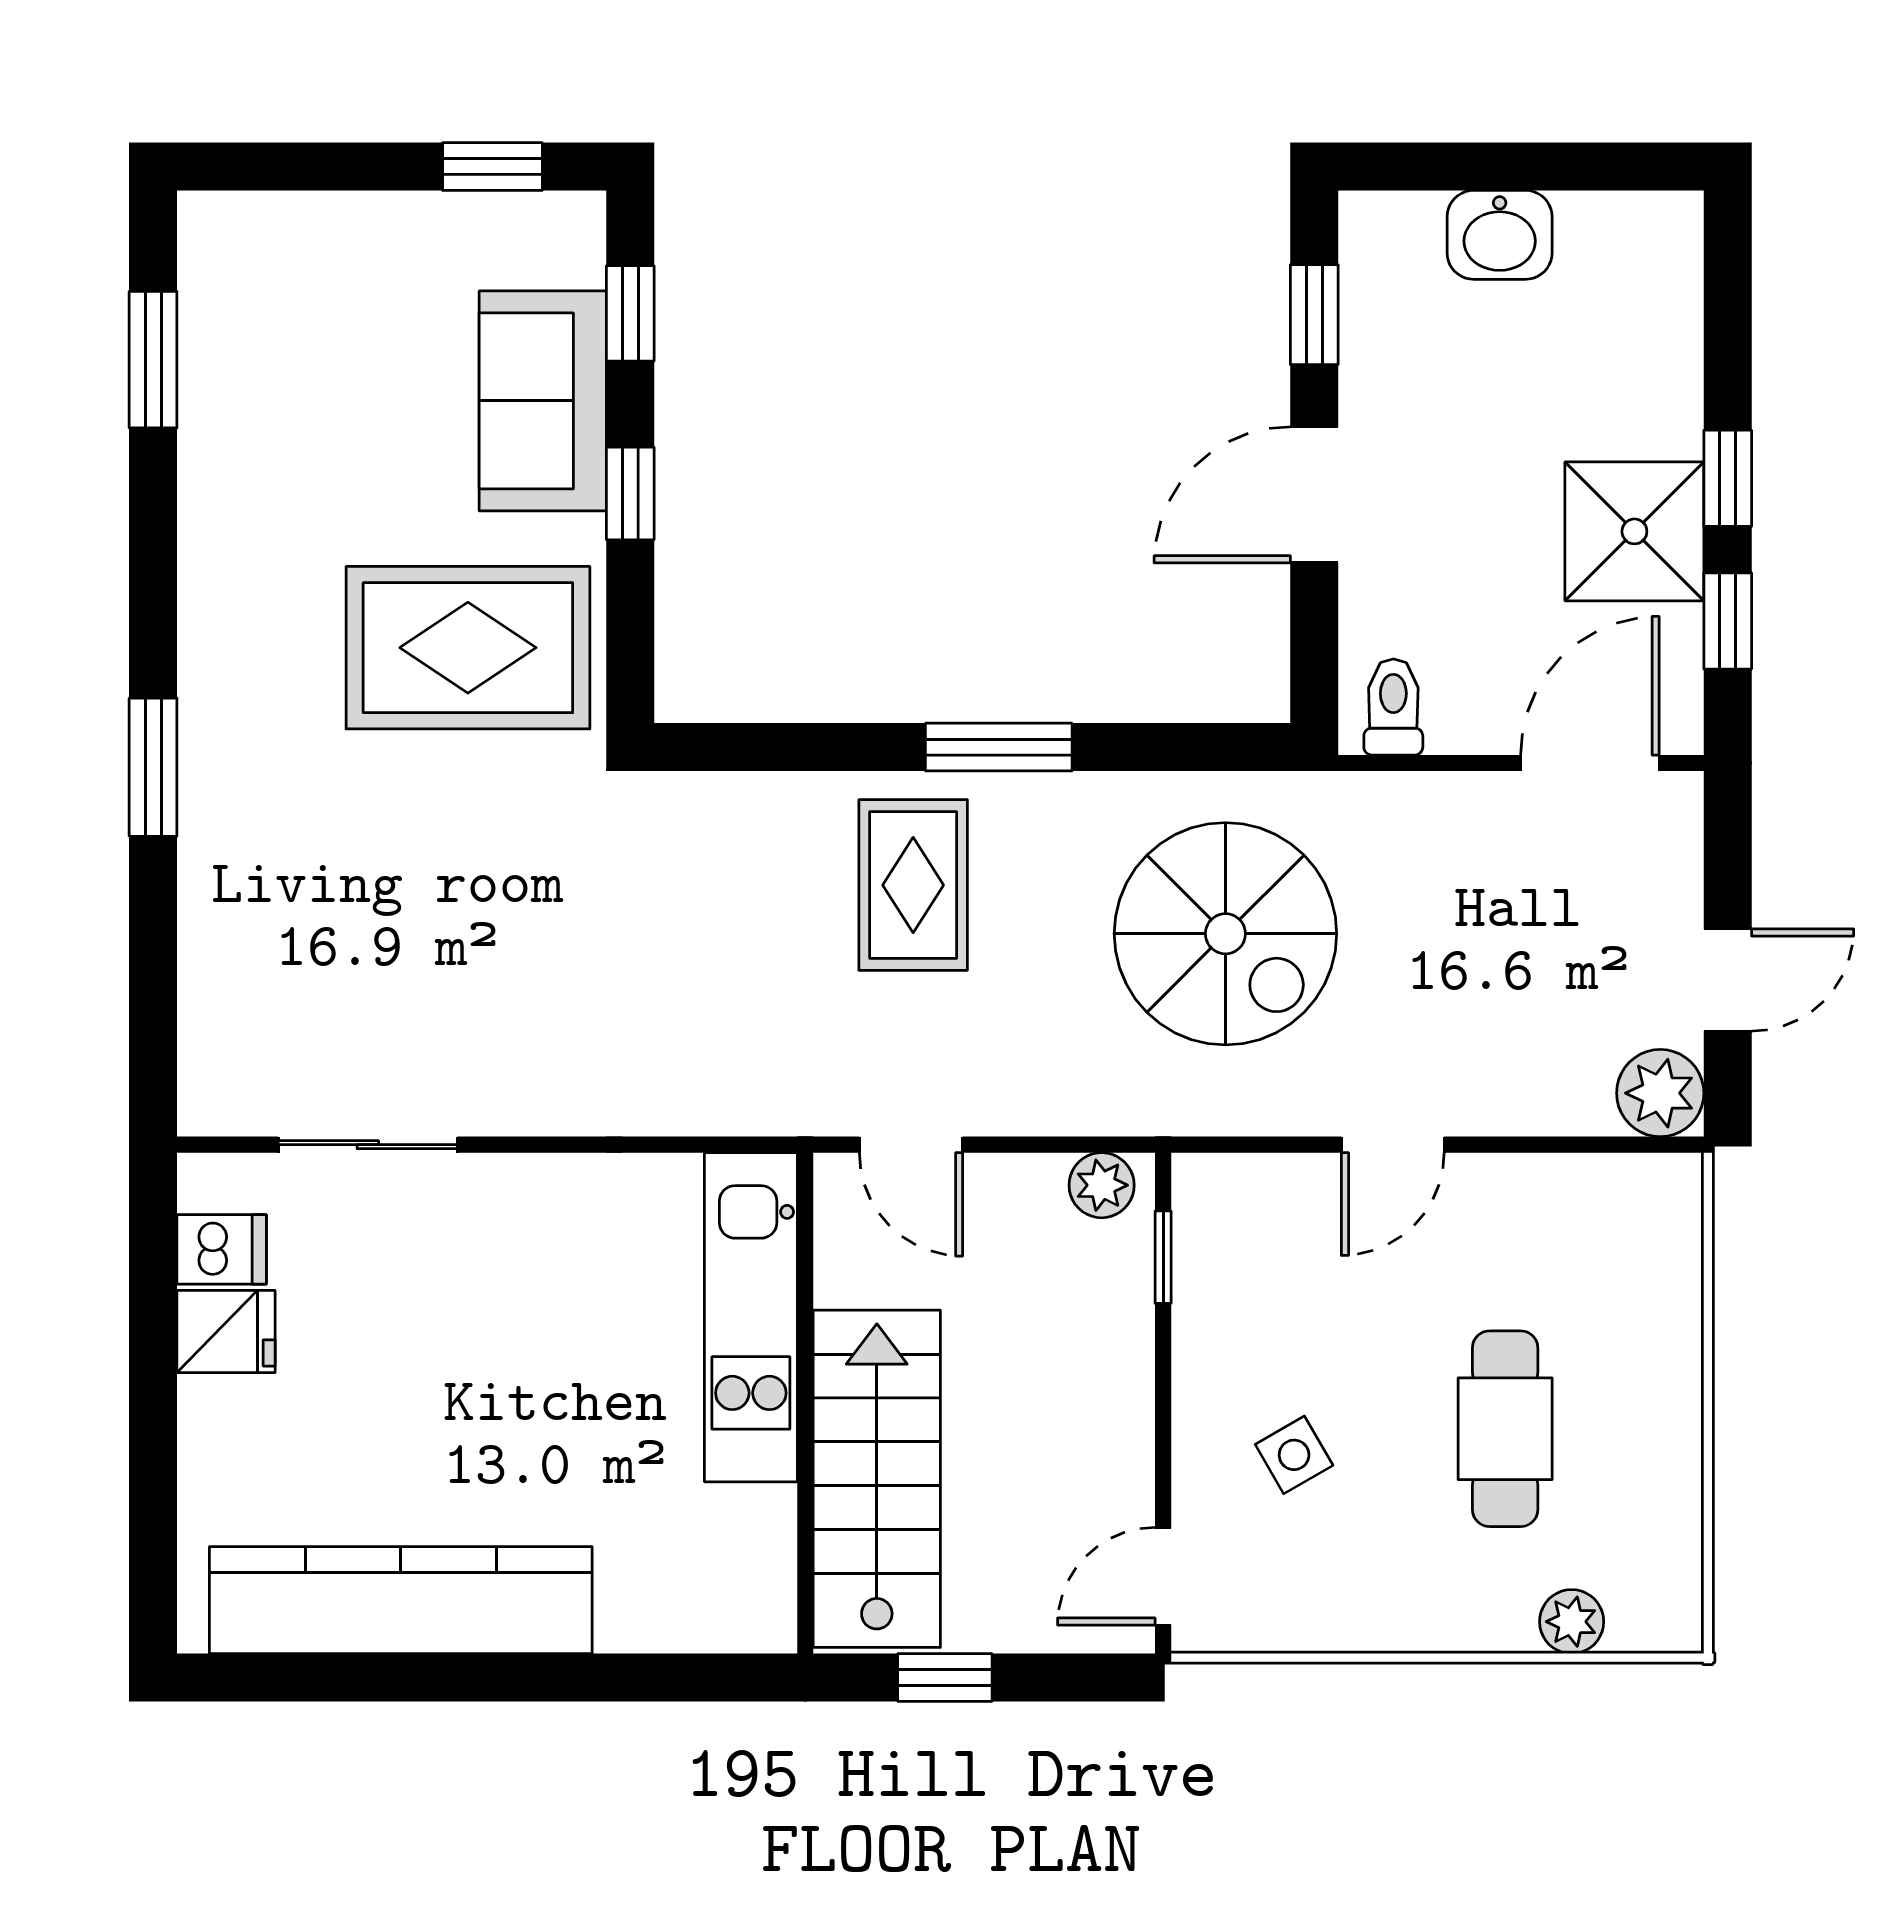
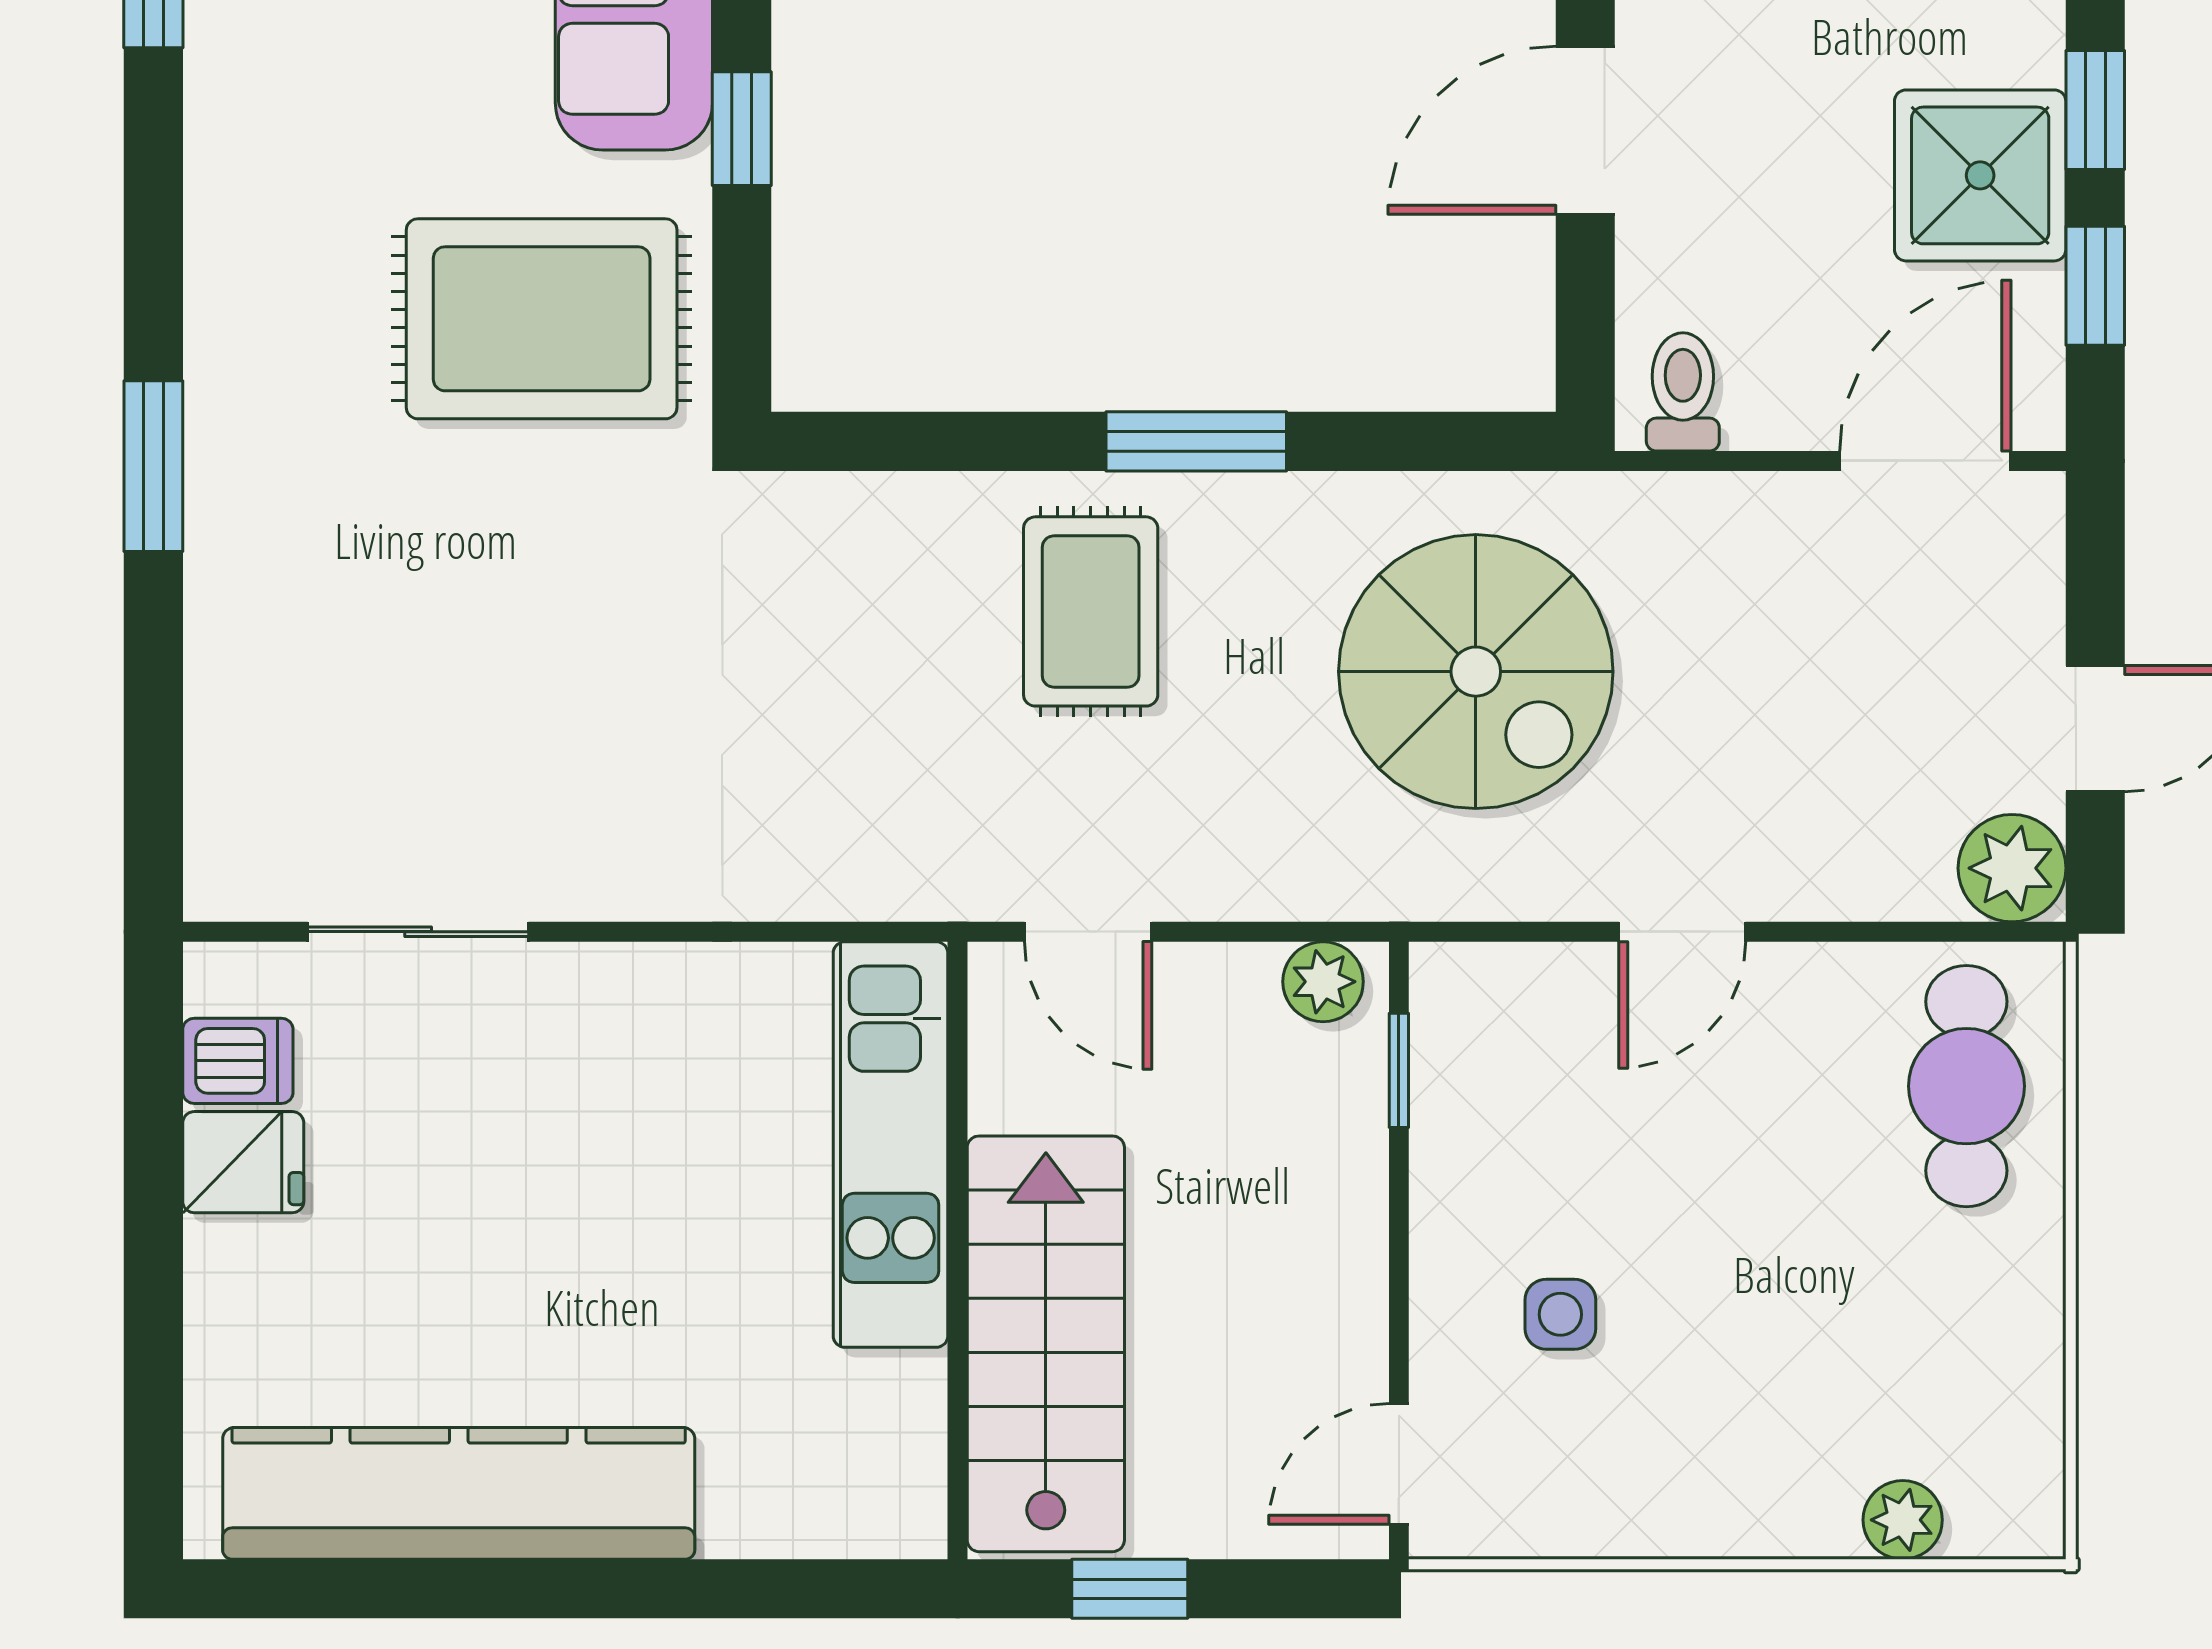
cafe table: (1505, 1429) -> (1966, 1086), moved
side table: (1294, 1455) -> (1560, 1314), turned 30

